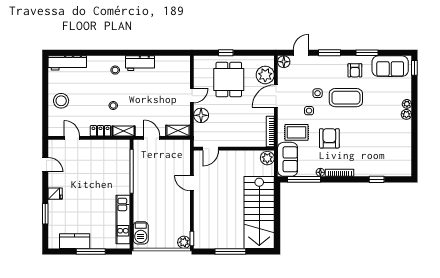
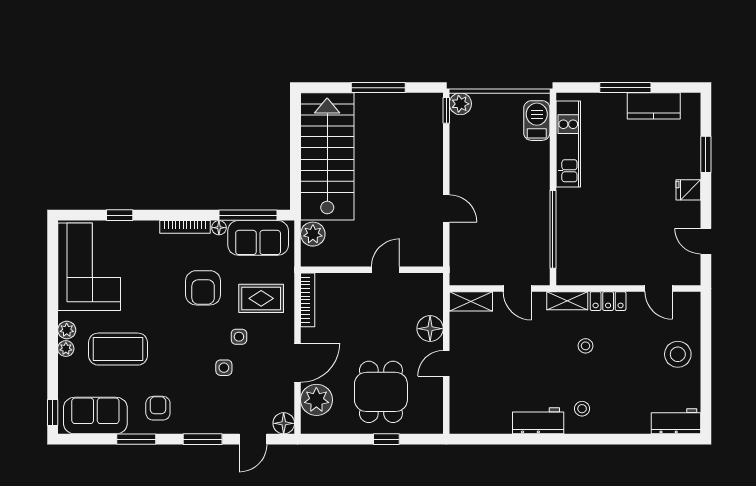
workbench: (67, 63) -> (676, 421), width x0.73
coffee table: (346, 98) -> (118, 349), moved
door: (211, 149) -> (385, 270), moved
corner sofa: (394, 150) -> (89, 267), added
plant: (267, 158) -> (313, 234), moved
sofa: (288, 159) -> (258, 238), moved, turned -90

